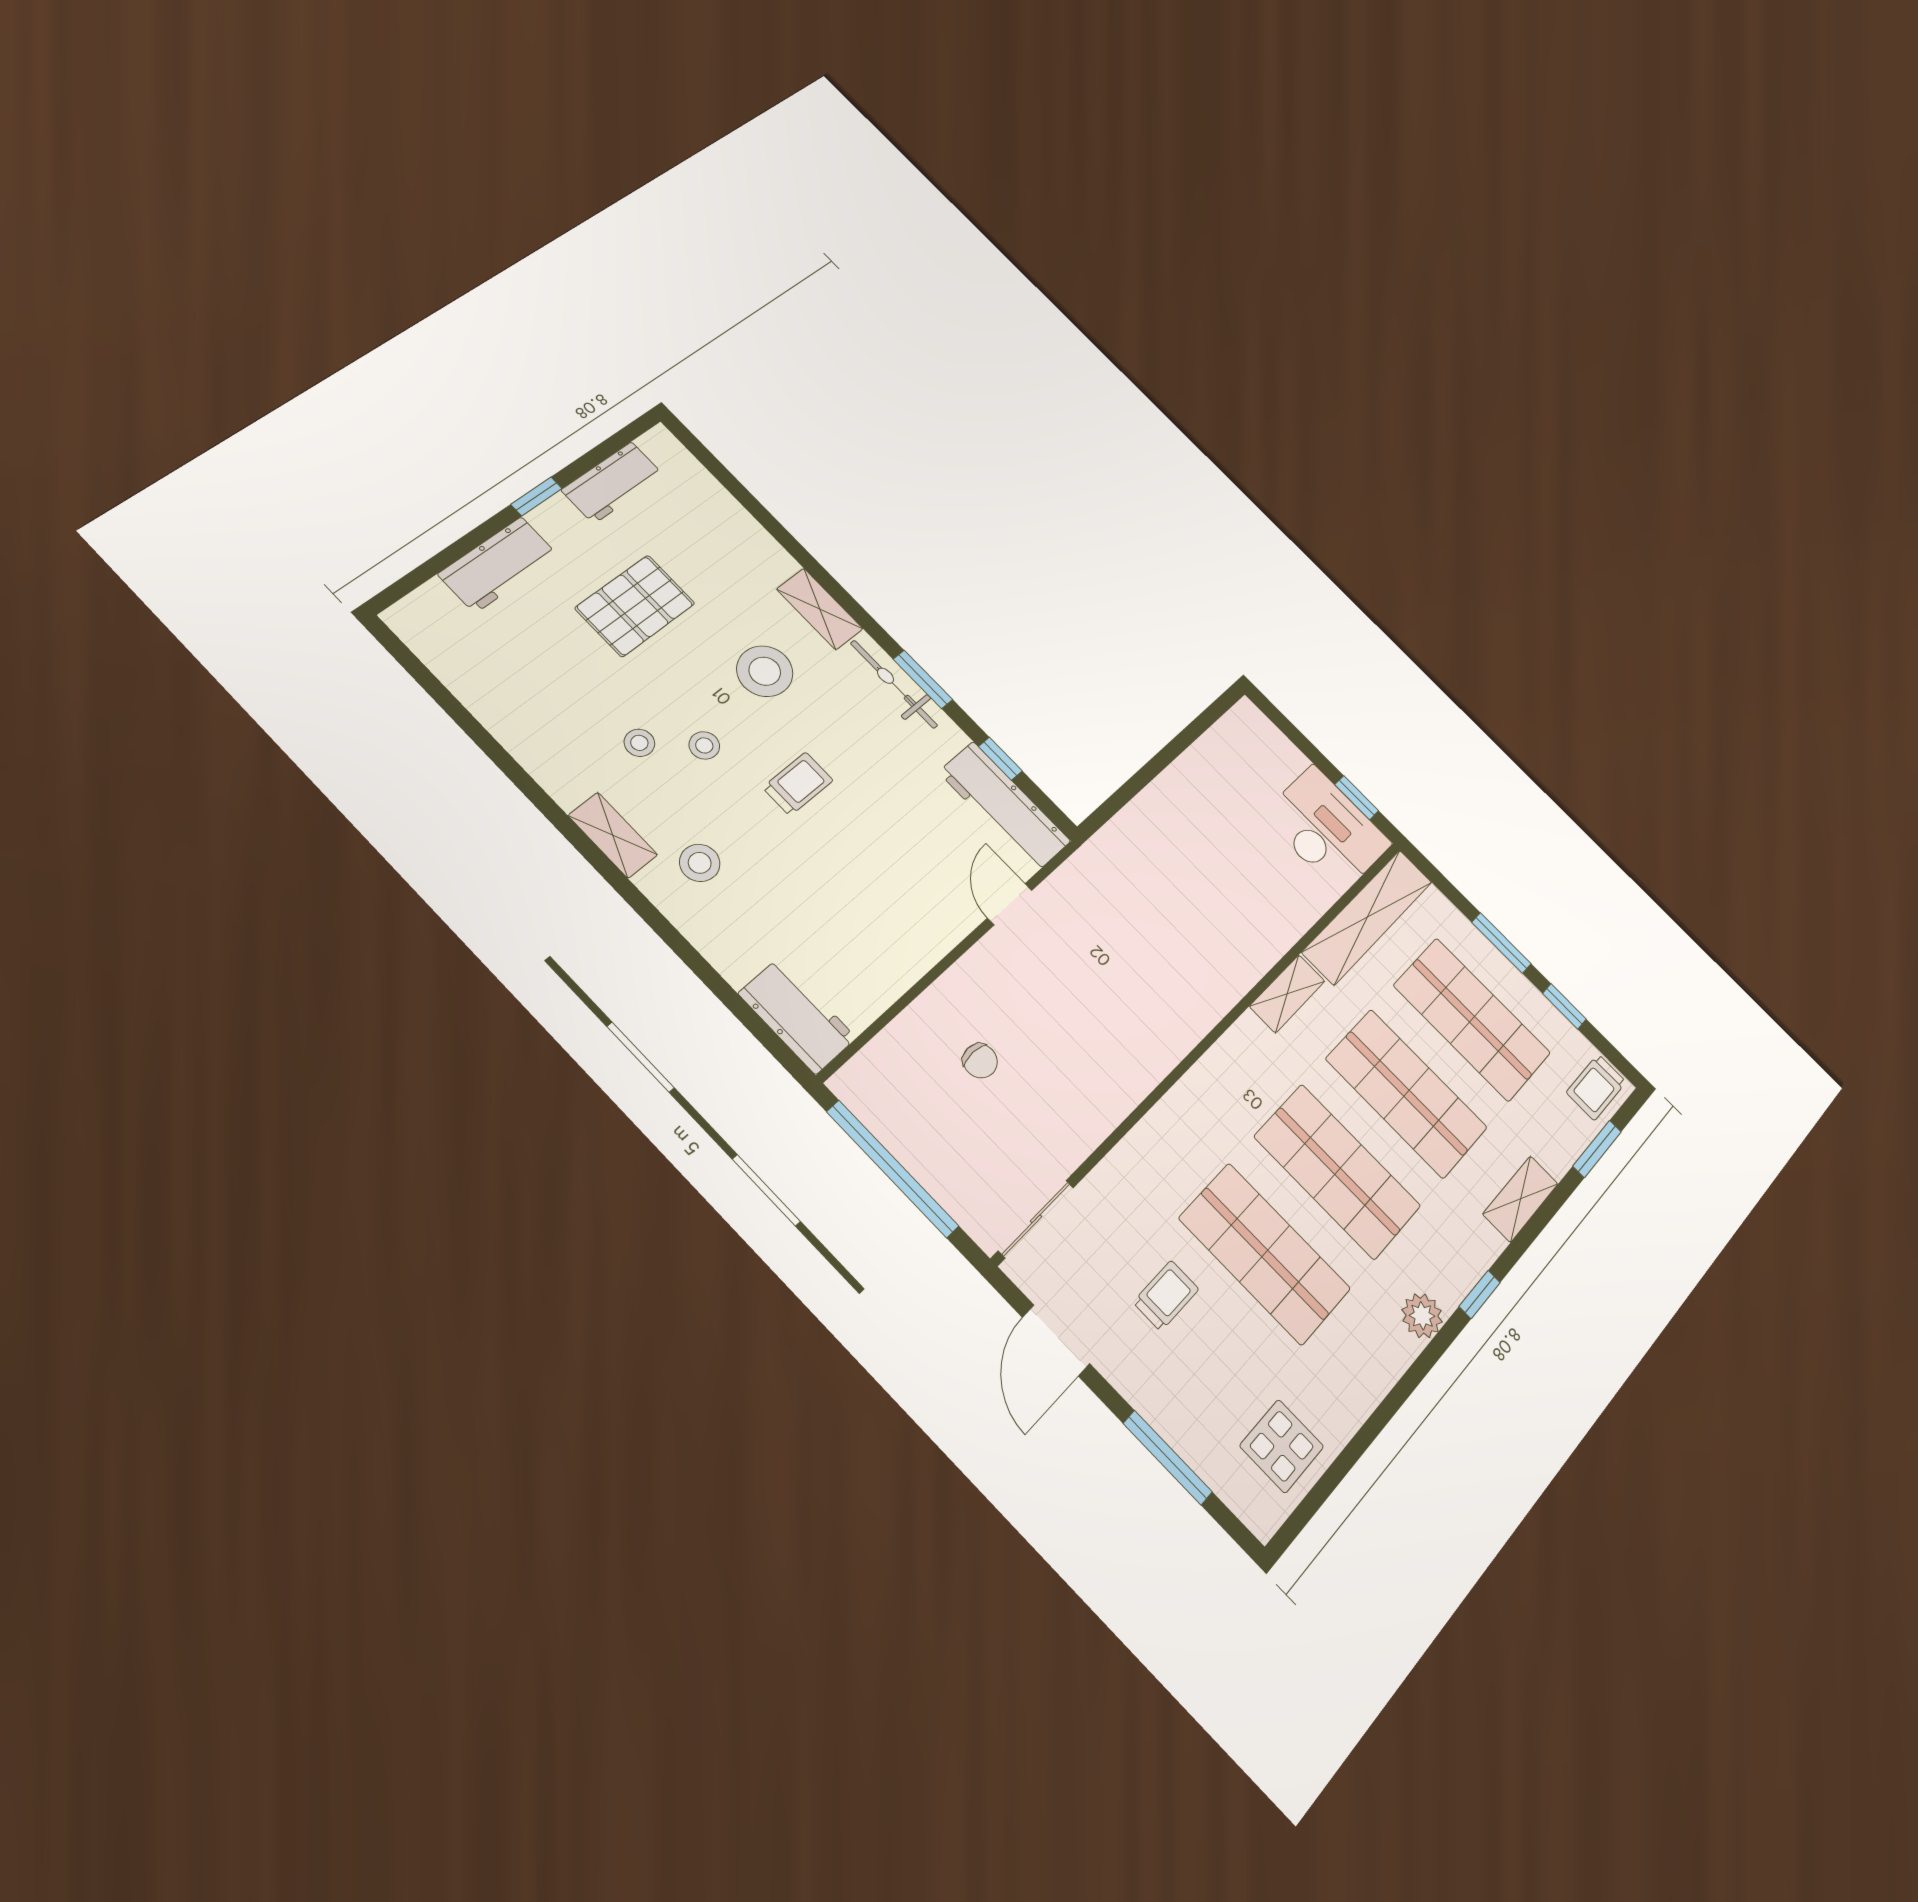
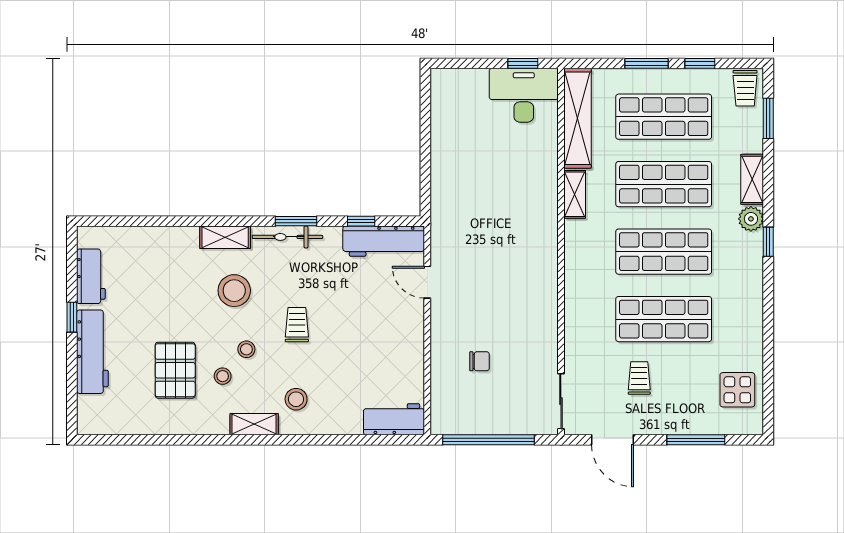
workbench: (498, 565) -> (92, 352), width x1.38
pallet: (635, 606) -> (175, 370), moved
plant: (1422, 1316) -> (751, 219), moved

